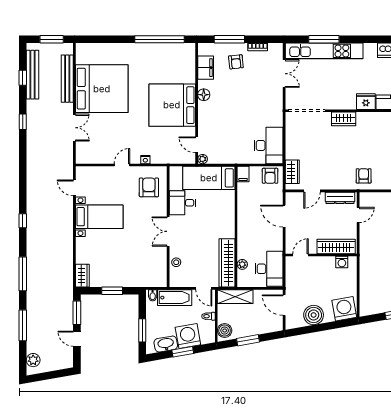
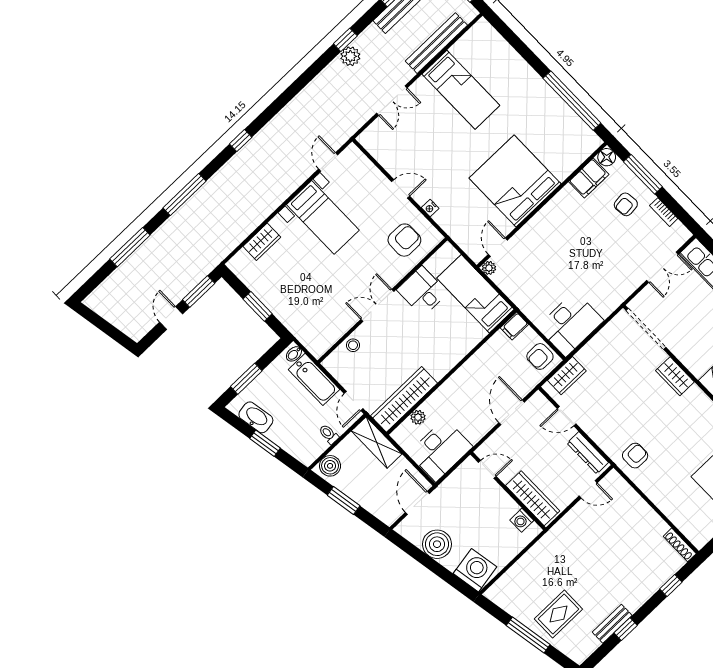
bed: (102, 89) -> (461, 90), width x0.49
floor lamp: (204, 95) -> (607, 157), moved
wardrobe: (82, 276) -> (262, 242), moved
washing machine: (188, 336) -> (287, 433), removed
plant: (33, 360) -> (350, 56), moved

